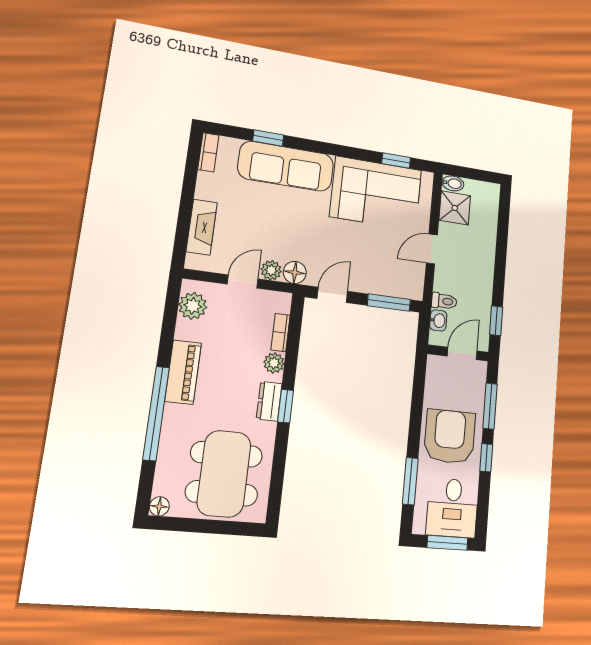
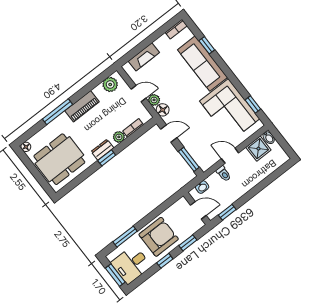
toilet: (444, 301) -> (224, 174), moved
window: (490, 406) -> (188, 243), width x0.67
window: (156, 413) -> (57, 112), width x0.68

